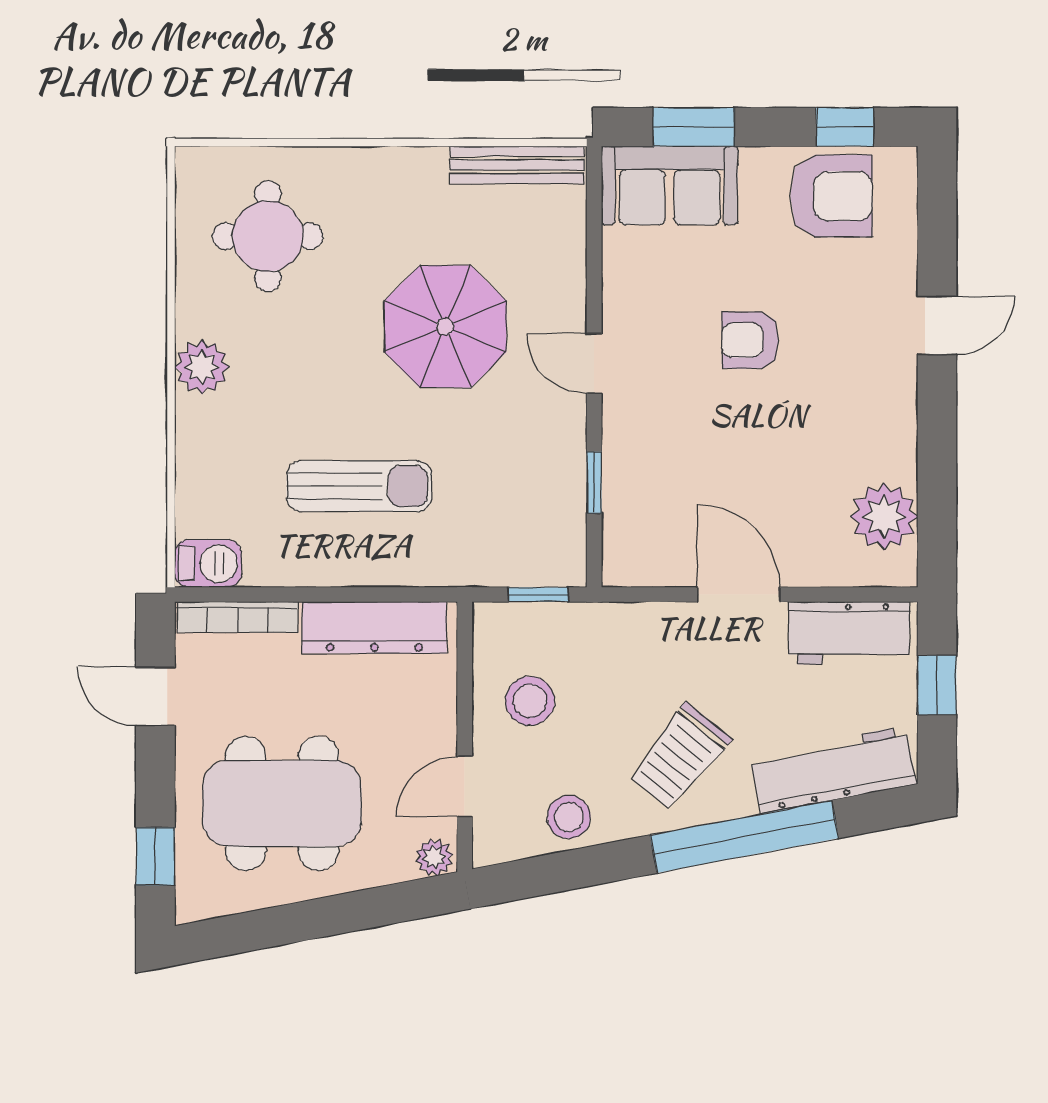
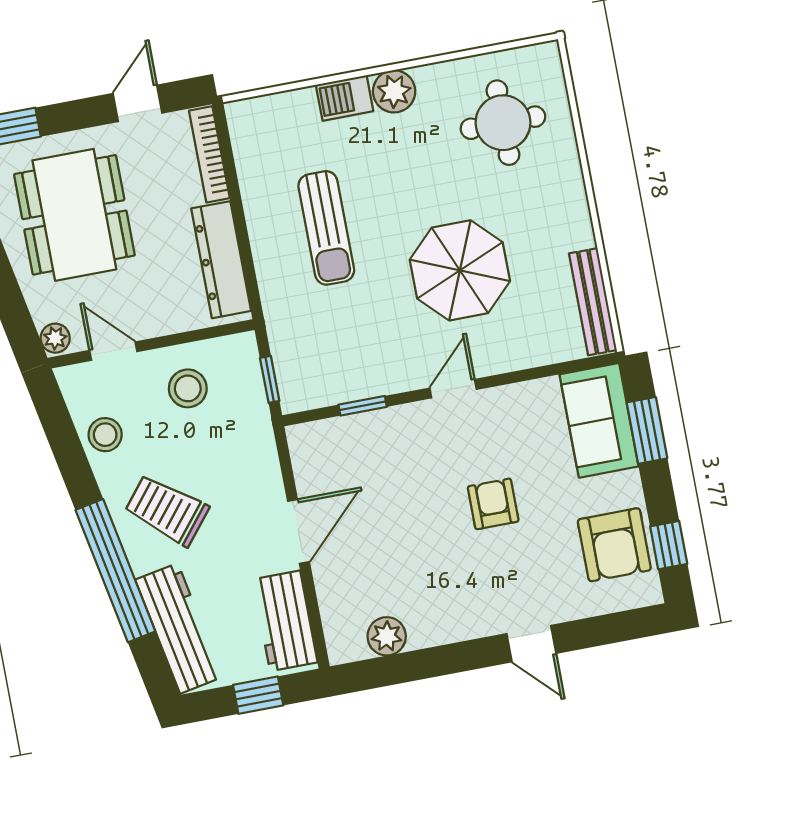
plant: (884, 517) -> (387, 636), width x0.73, depth x0.73
barbecue: (208, 564) -> (345, 98), moved, turned 90

